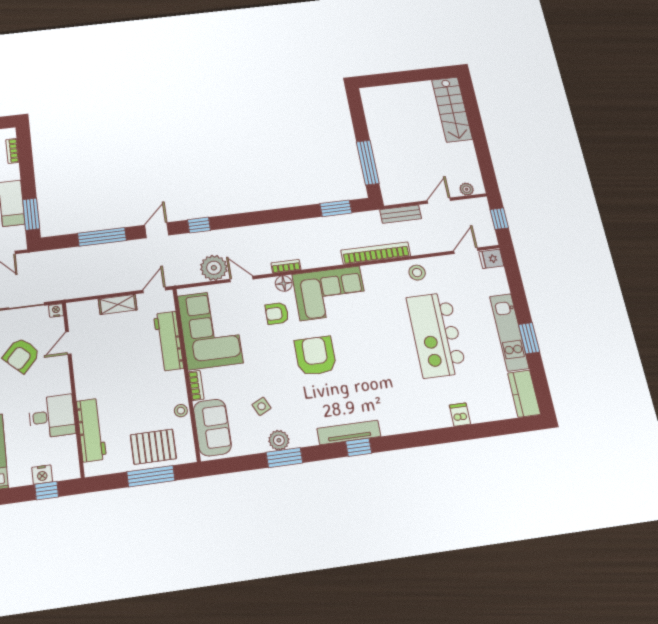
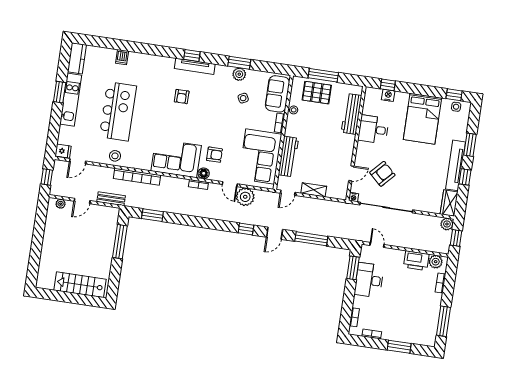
stairs: (452, 109) -> (80, 285), moved, turned -90
armchair: (315, 356) -> (182, 97), moved, width x0.53, depth x0.53

